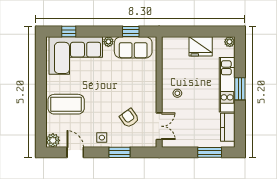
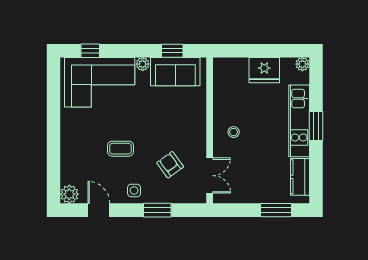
coffee table: (66, 104) -> (121, 149), moved, width x0.54, depth x0.58

